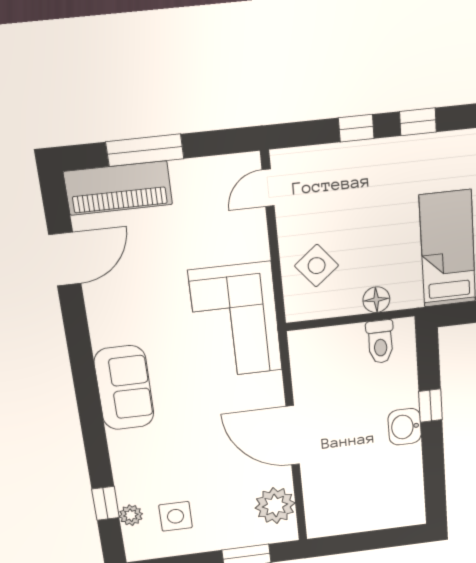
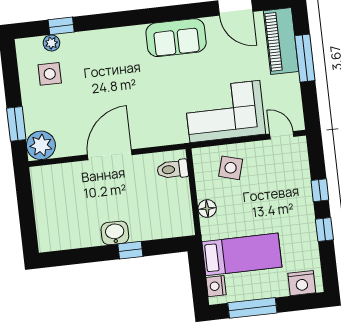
side table: (317, 266) -> (231, 168), turned -35
corner sofa: (236, 321) -> (225, 111), moved
toilet: (380, 342) -> (173, 169), moved
sofa: (124, 388) -> (176, 38), moved
plant: (275, 506) -> (41, 145), moved

